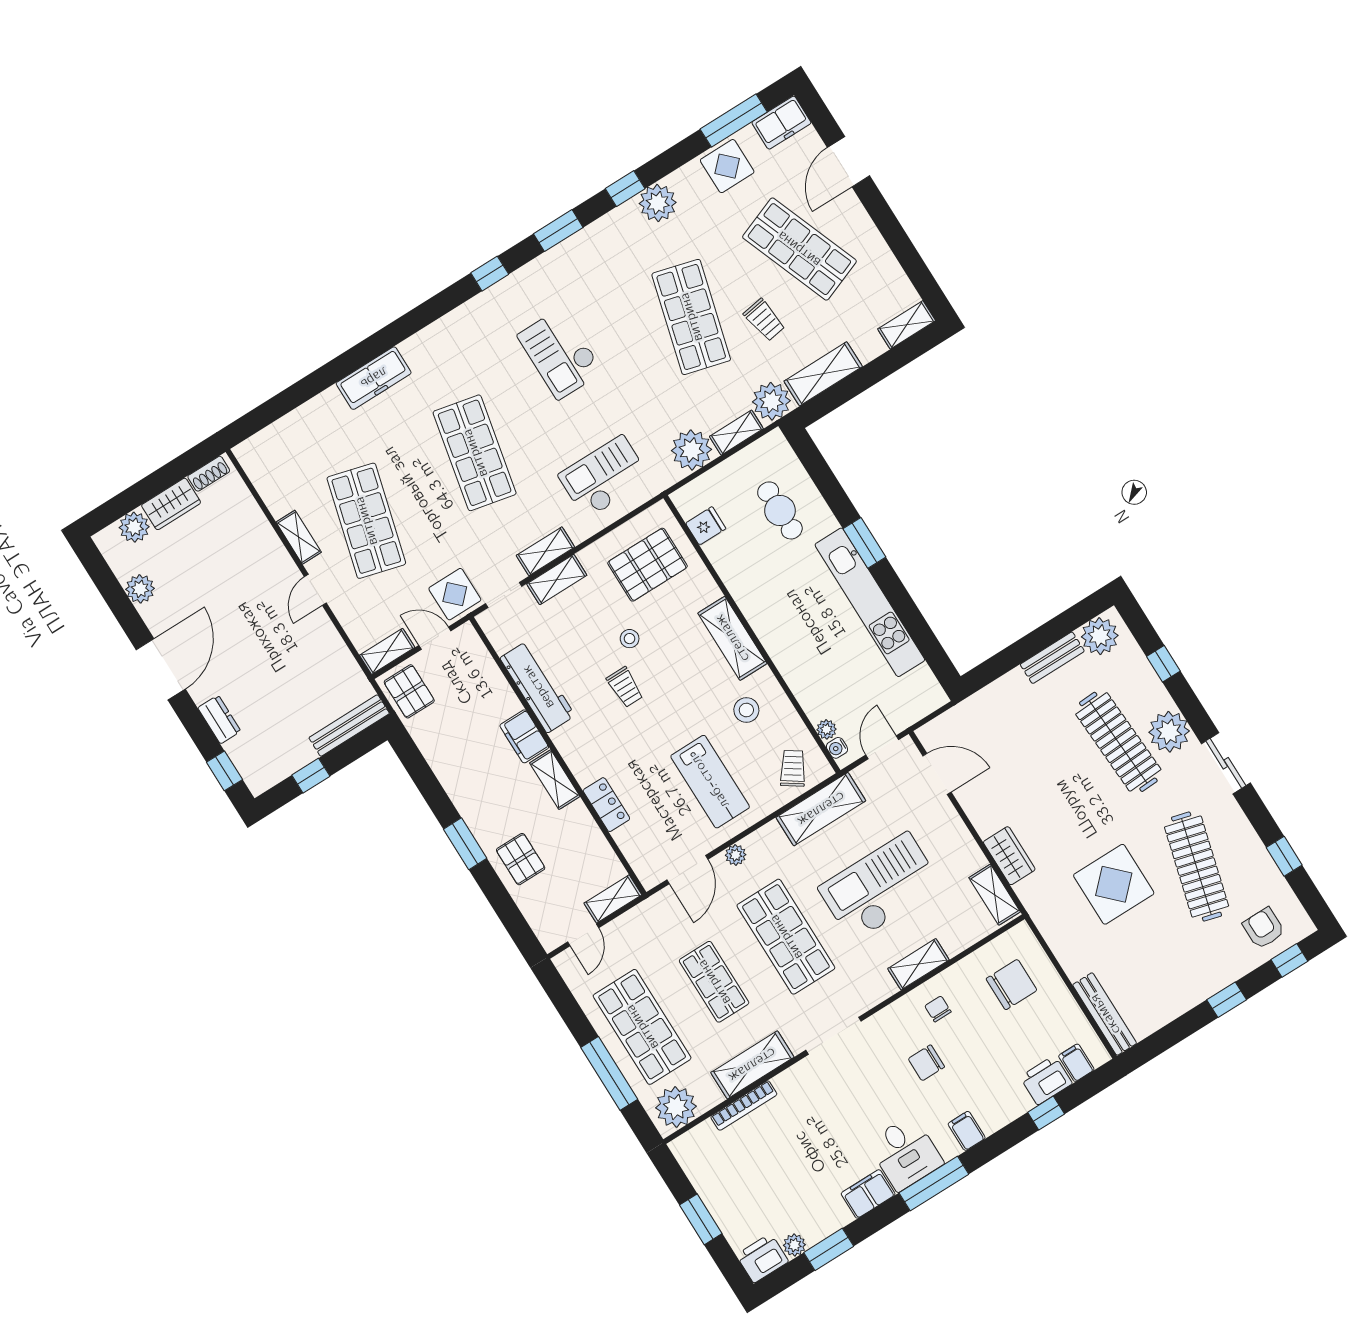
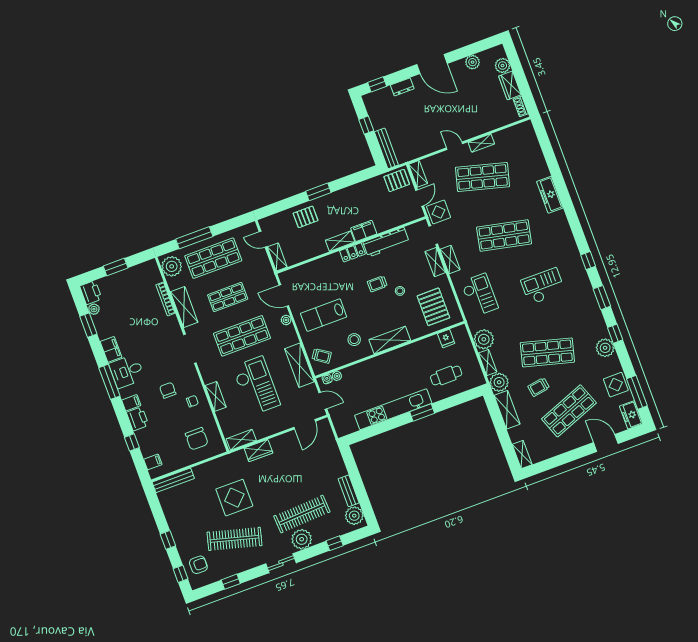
locker: (606, 805) -> (352, 252), moved
printer: (1046, 1080) -> (138, 419), moved

